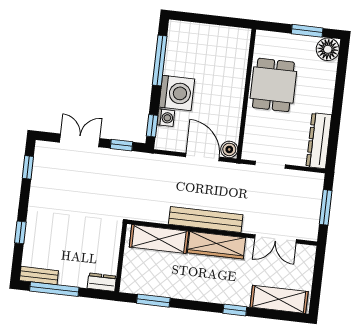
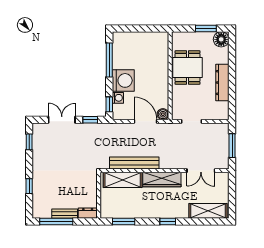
dresser: (319, 141) -> (222, 83), moved
bench: (206, 219) -> (134, 163), moved
bench: (39, 276) -> (65, 214), moved
window: (235, 310) -> (168, 222), moved

